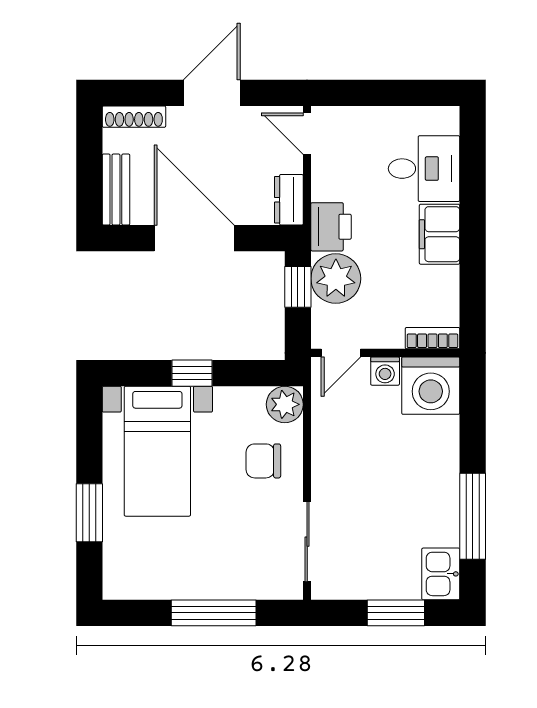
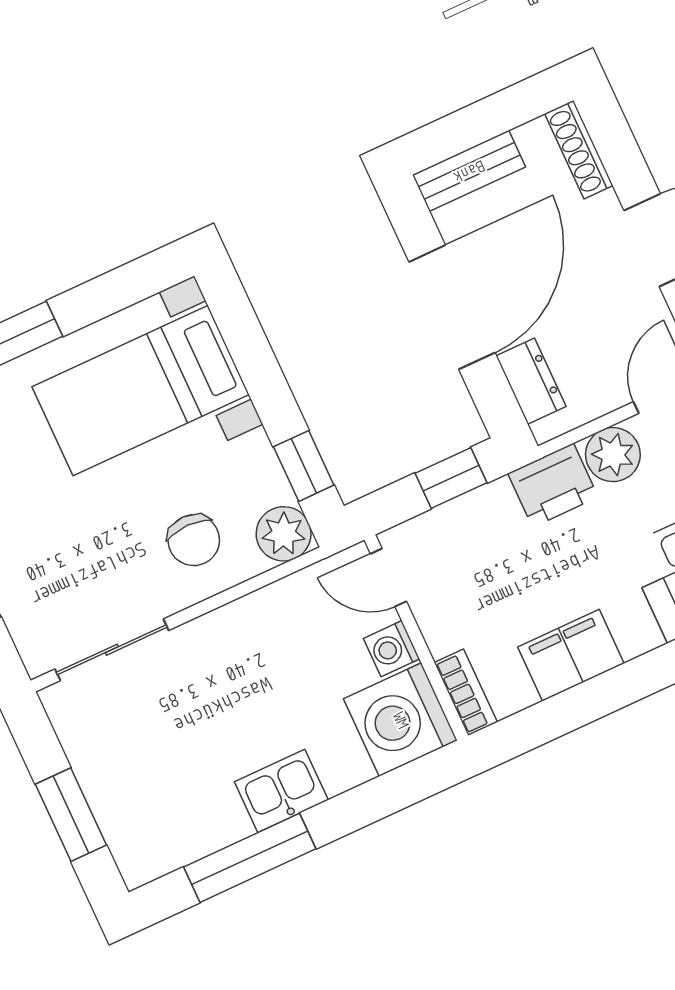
dresser: (289, 200) -> (531, 381), moved, turned 90
filing cabinet: (440, 234) -> (571, 655), moved
plant: (336, 279) -> (613, 455), moved, width x0.73, depth x0.73
window: (192, 373) -> (304, 466), moved
chair: (263, 461) -> (194, 540), turned 180
kitchen sink: (441, 574) -> (281, 791), moved

